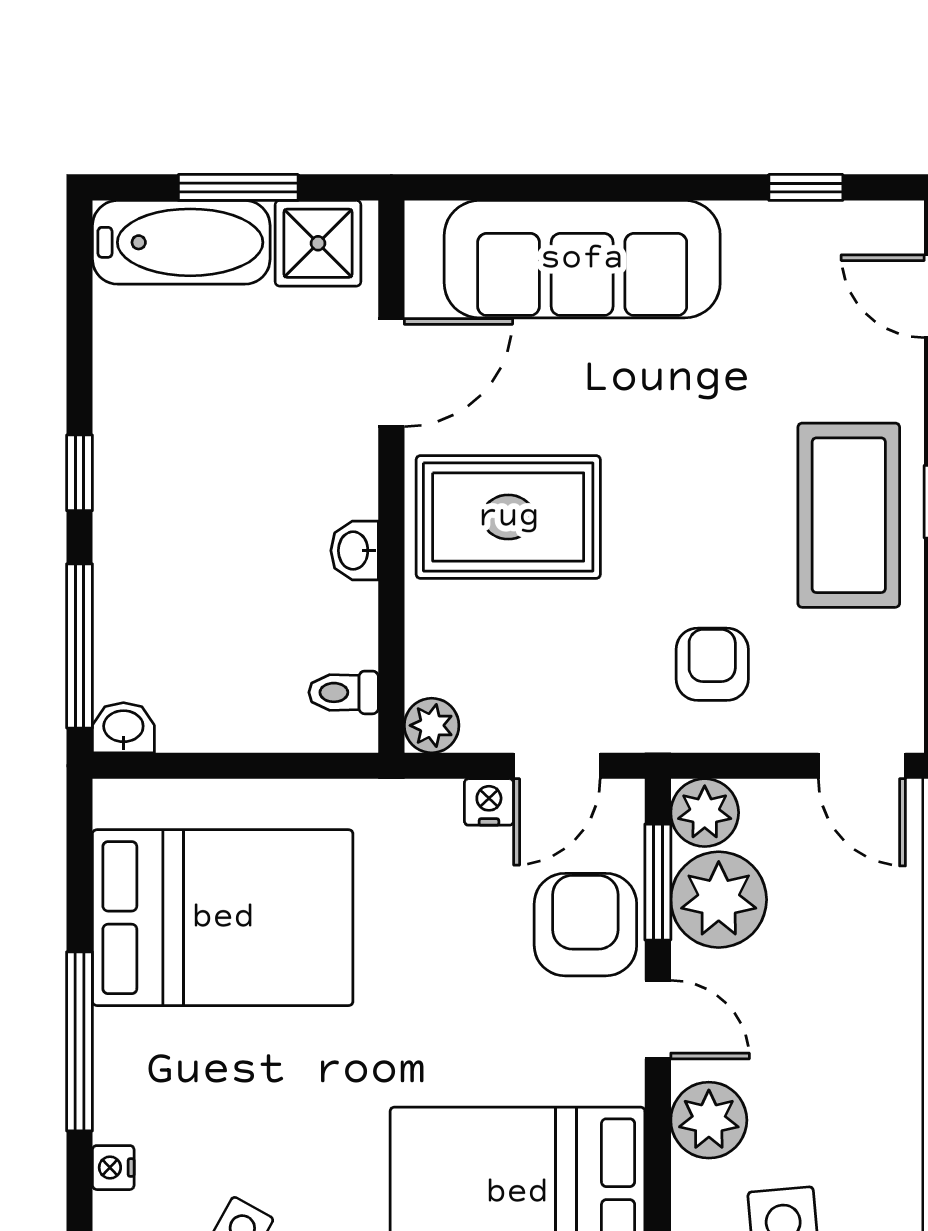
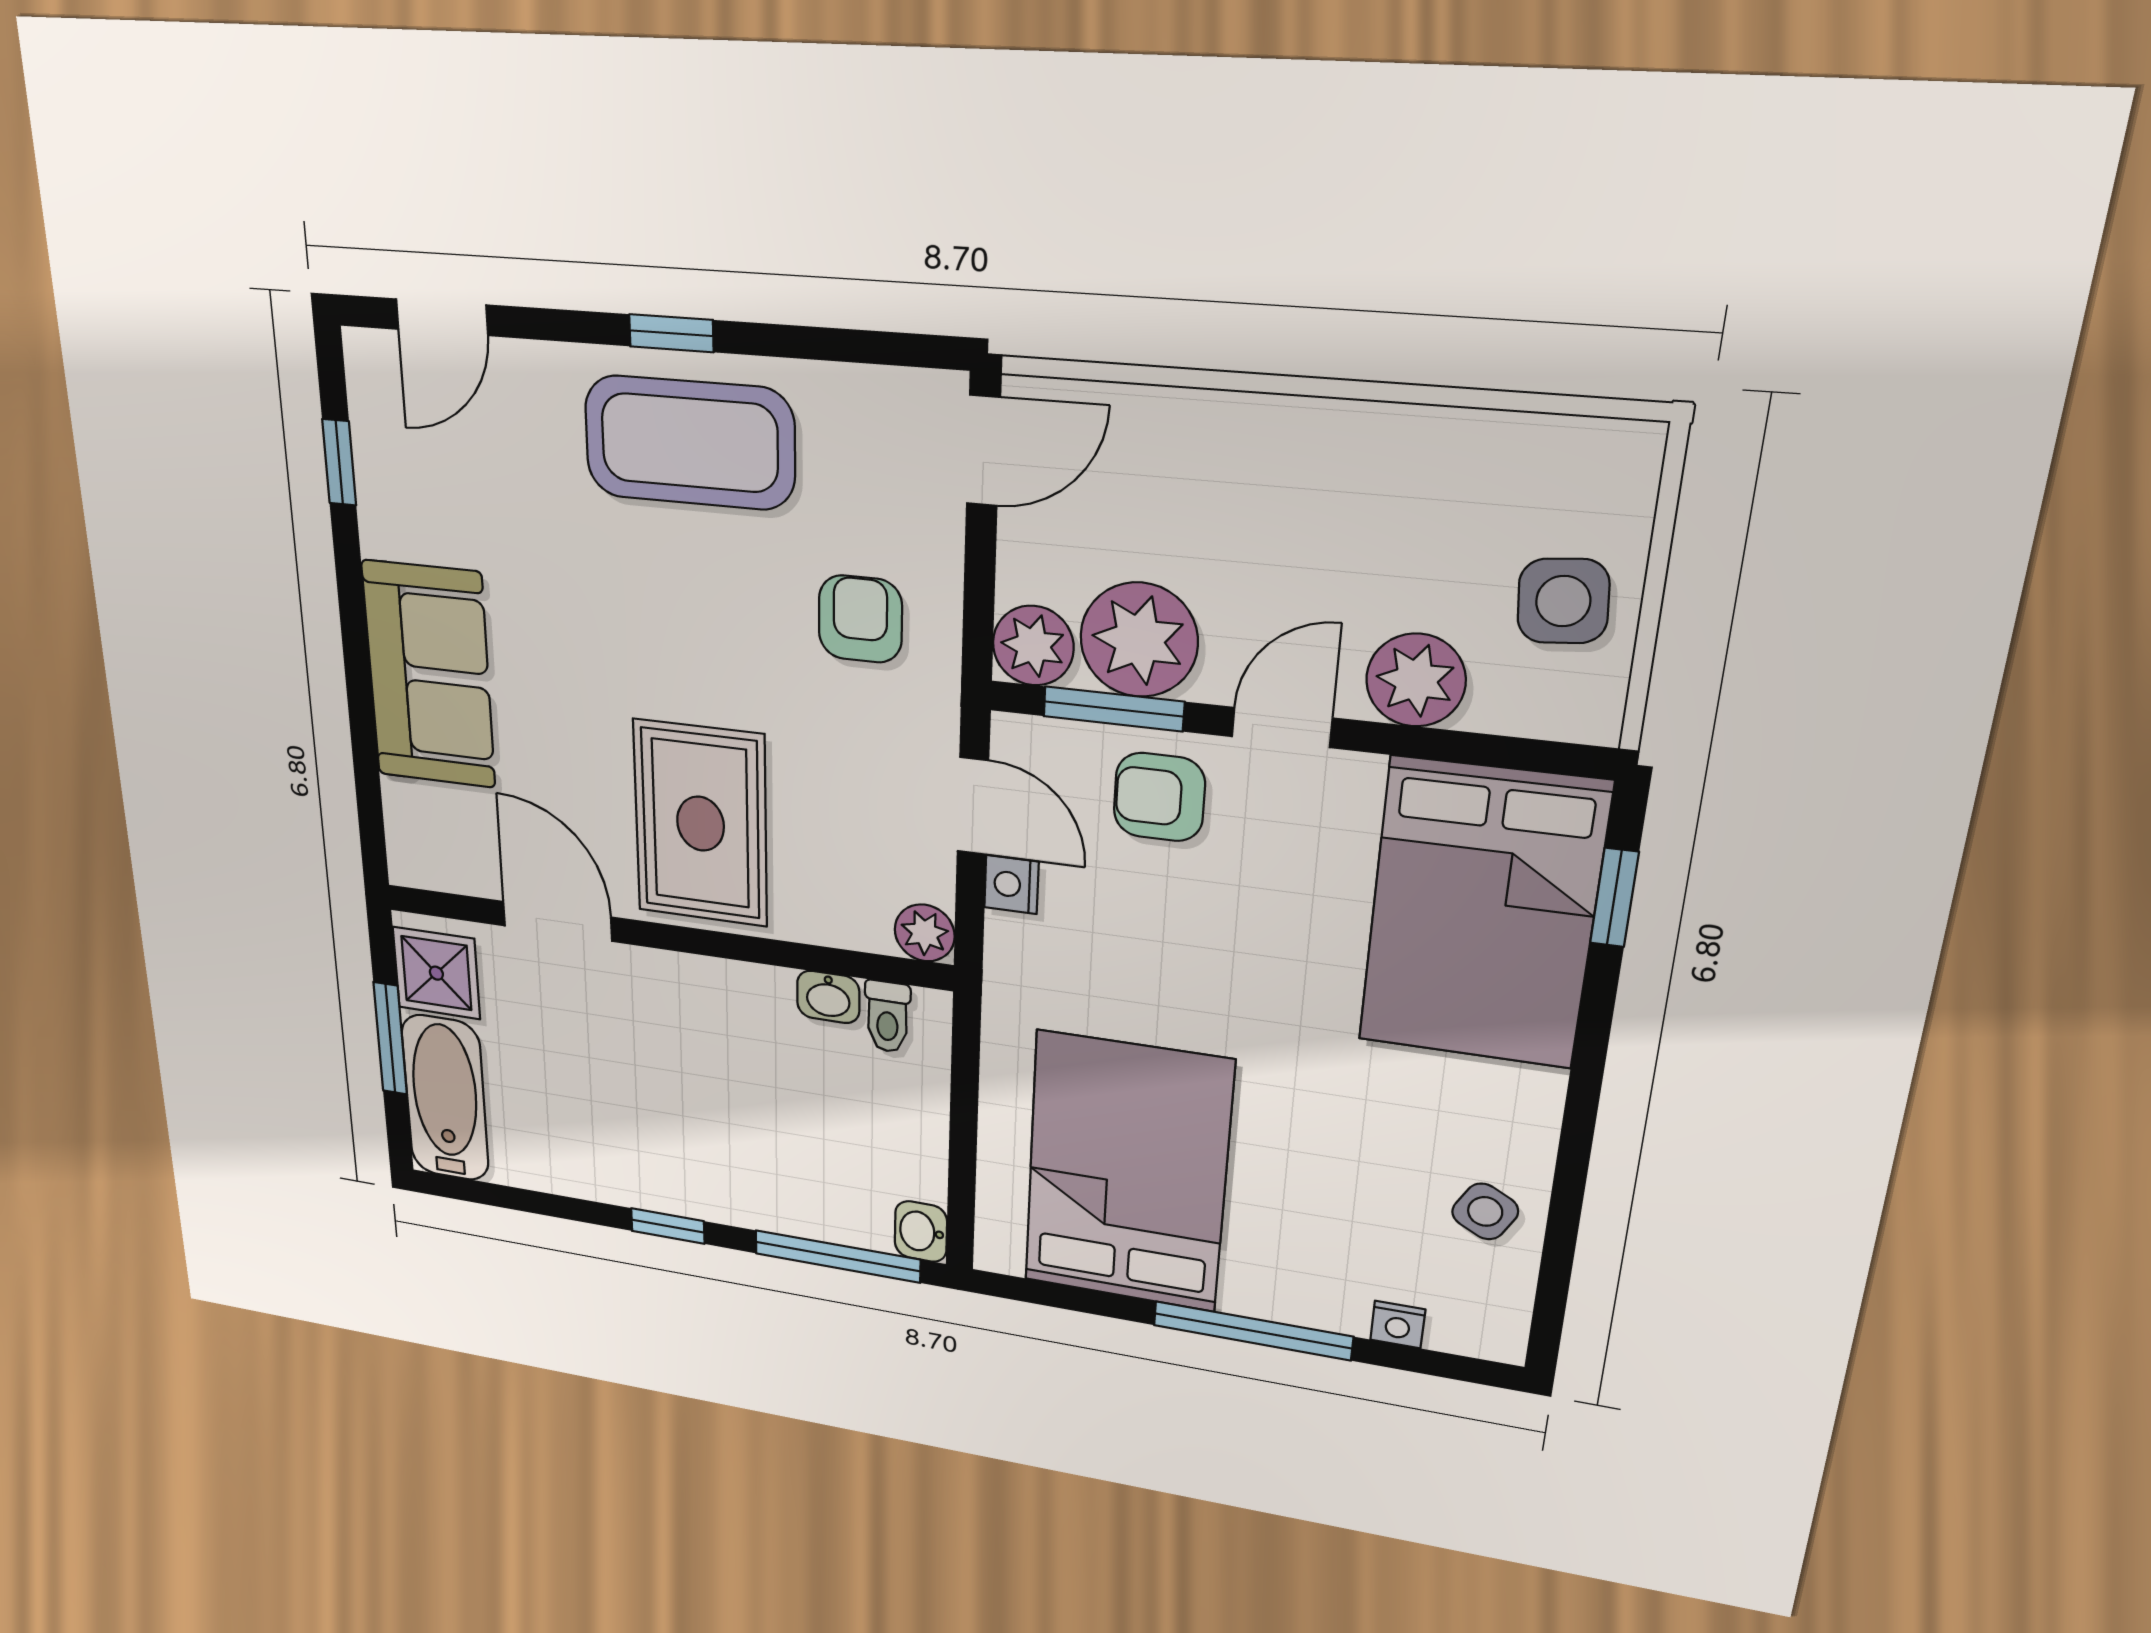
sofa: (582, 259) -> (429, 675), width x0.73
washbasin: (355, 551) -> (828, 997), moved
armchair: (712, 664) -> (860, 619), turned 90
armchair: (585, 925) -> (1159, 797), width x0.72, depth x0.72

